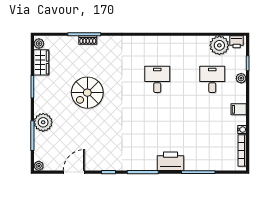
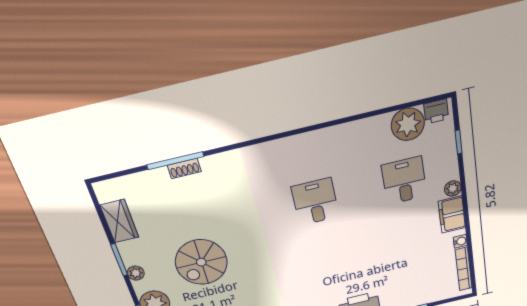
plant: (39, 43) -> (136, 273), moved
plant: (241, 78) -> (453, 188), moved
spiral stairs: (87, 93) -> (201, 262), moved
filing cabinet: (239, 109) -> (452, 215), width x2.00

